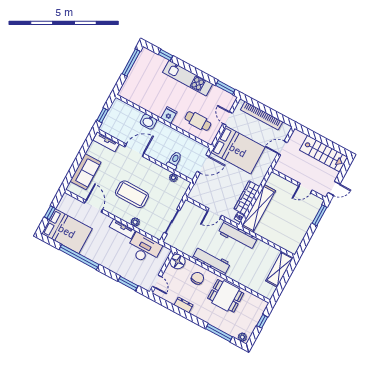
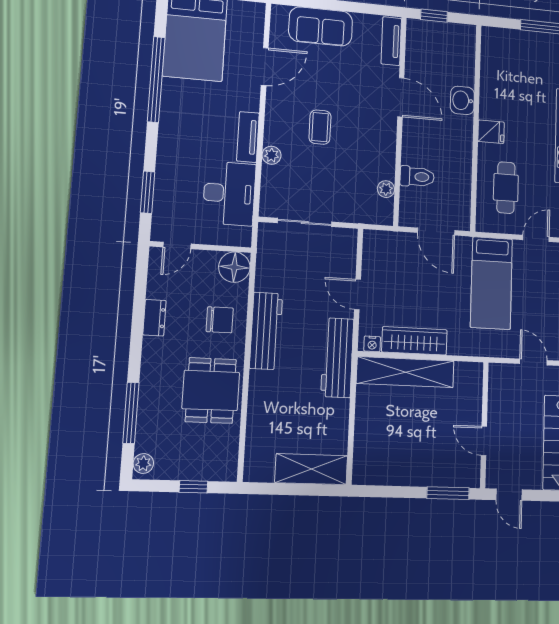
bed: (238, 150) -> (491, 283), width x0.67
coffee table: (132, 194) -> (320, 127), width x0.54, depth x0.58

